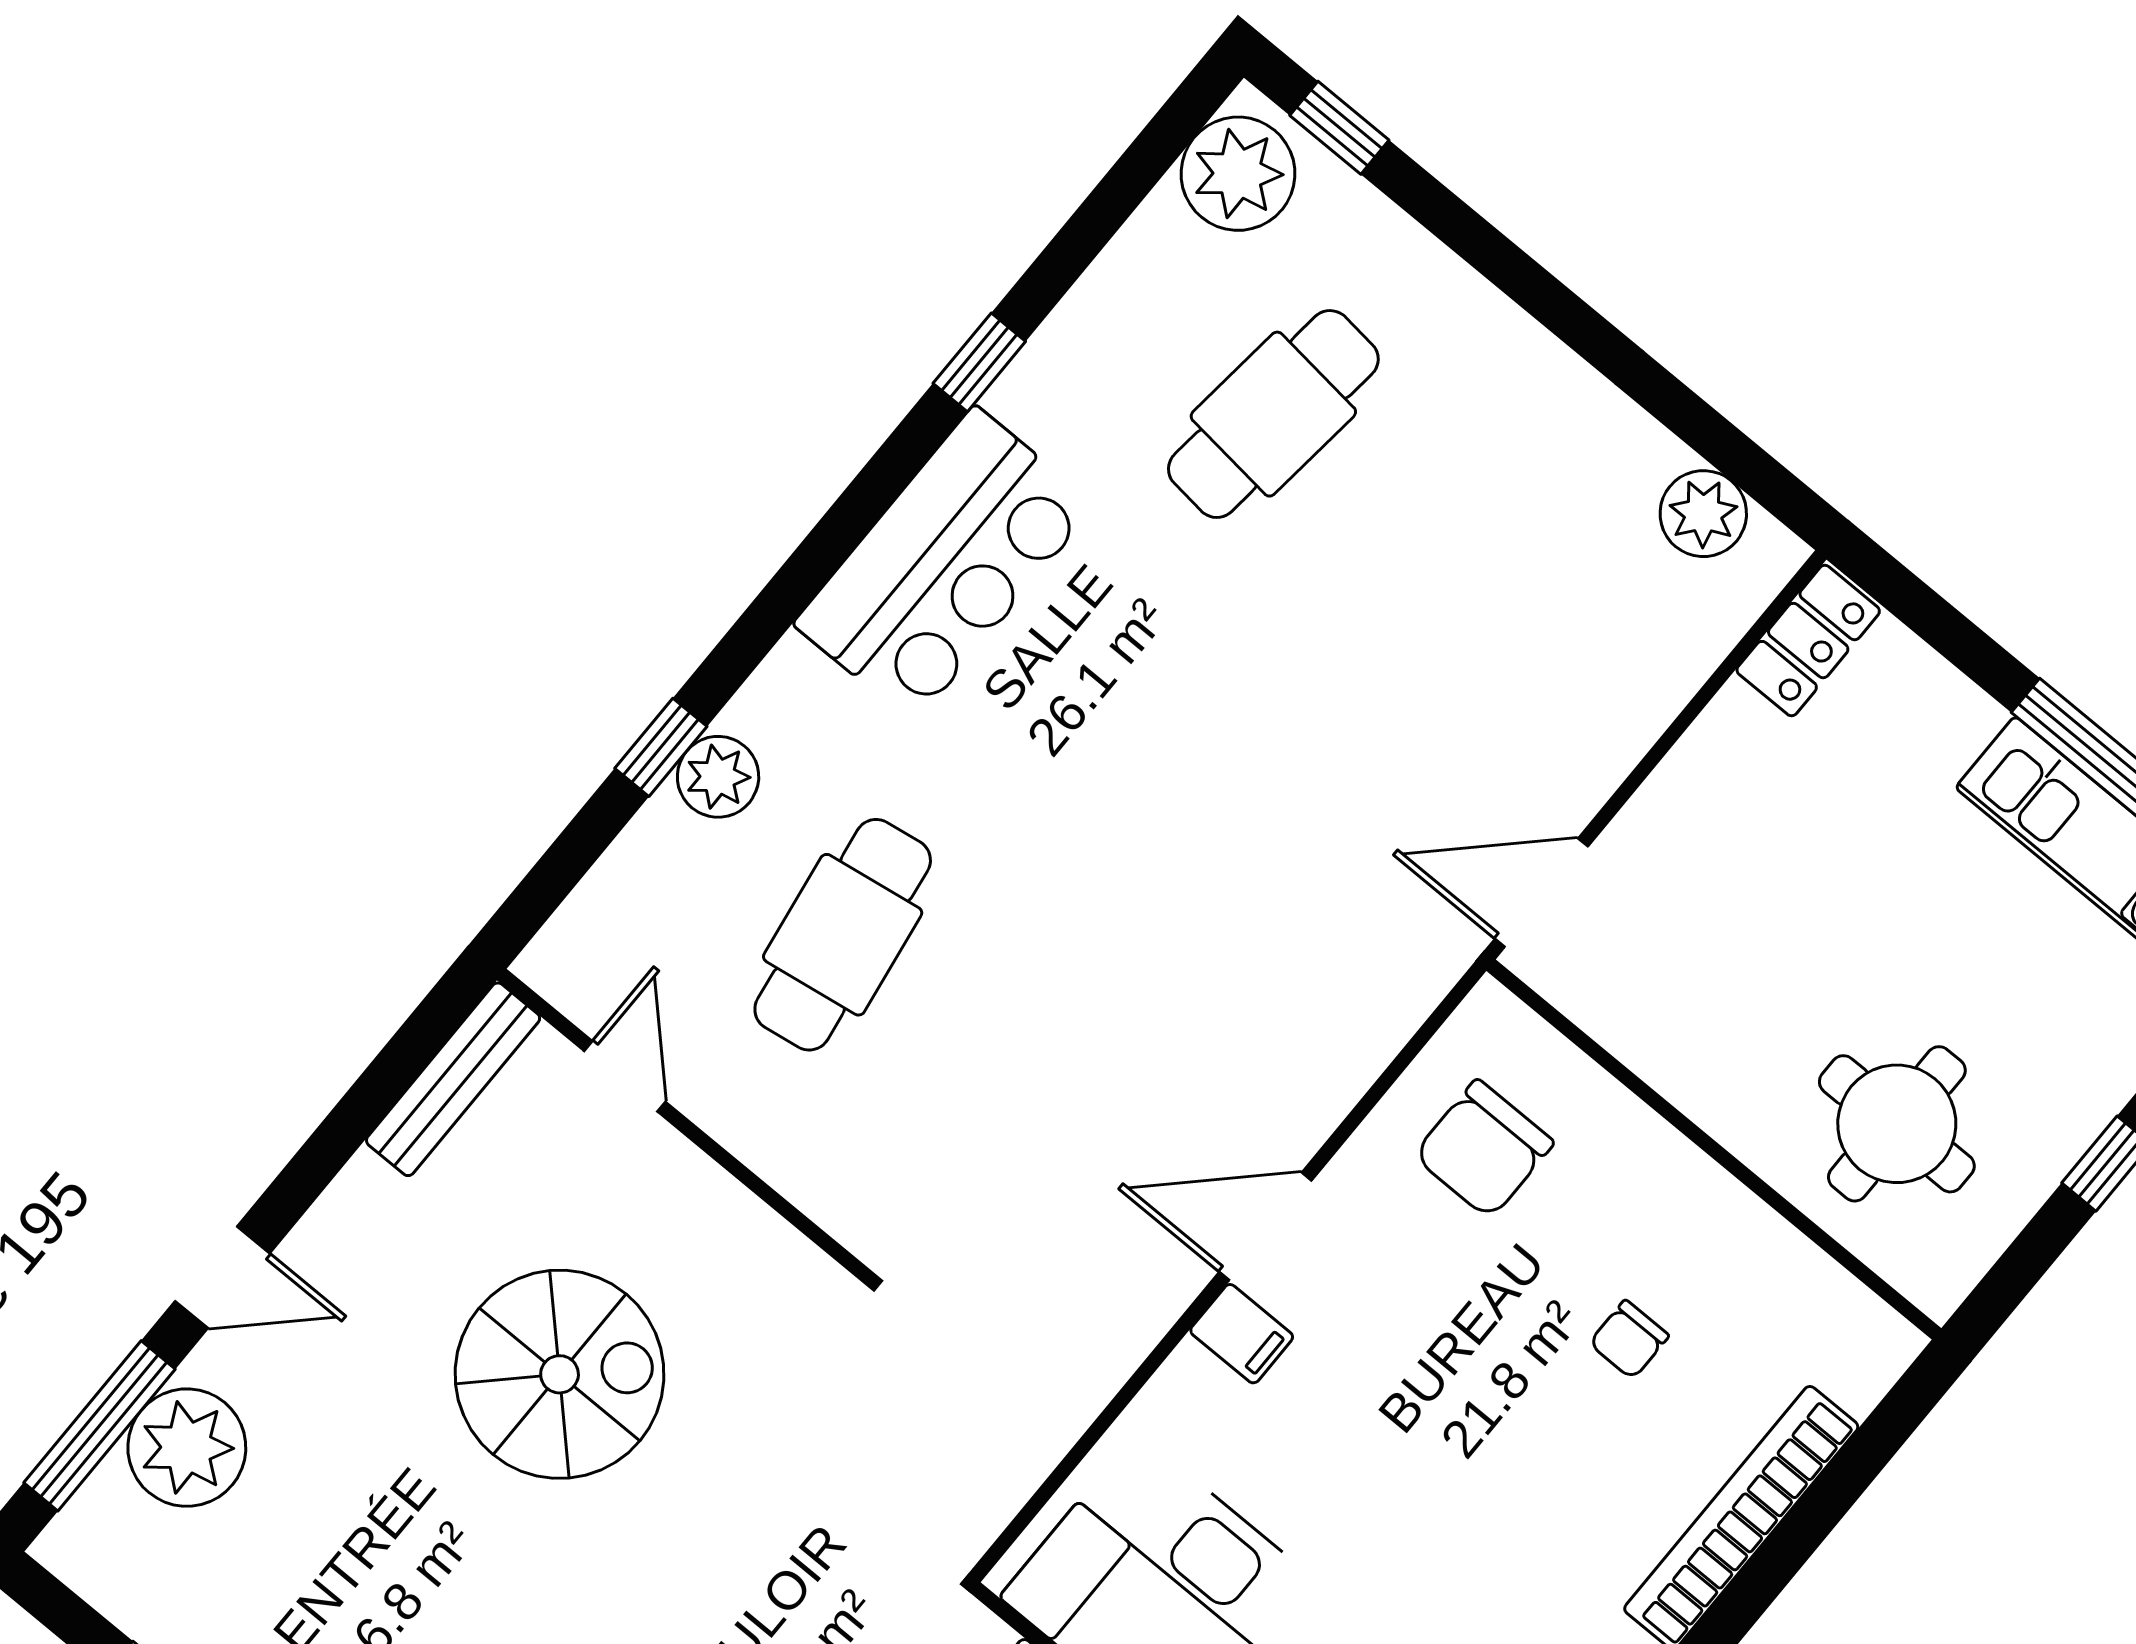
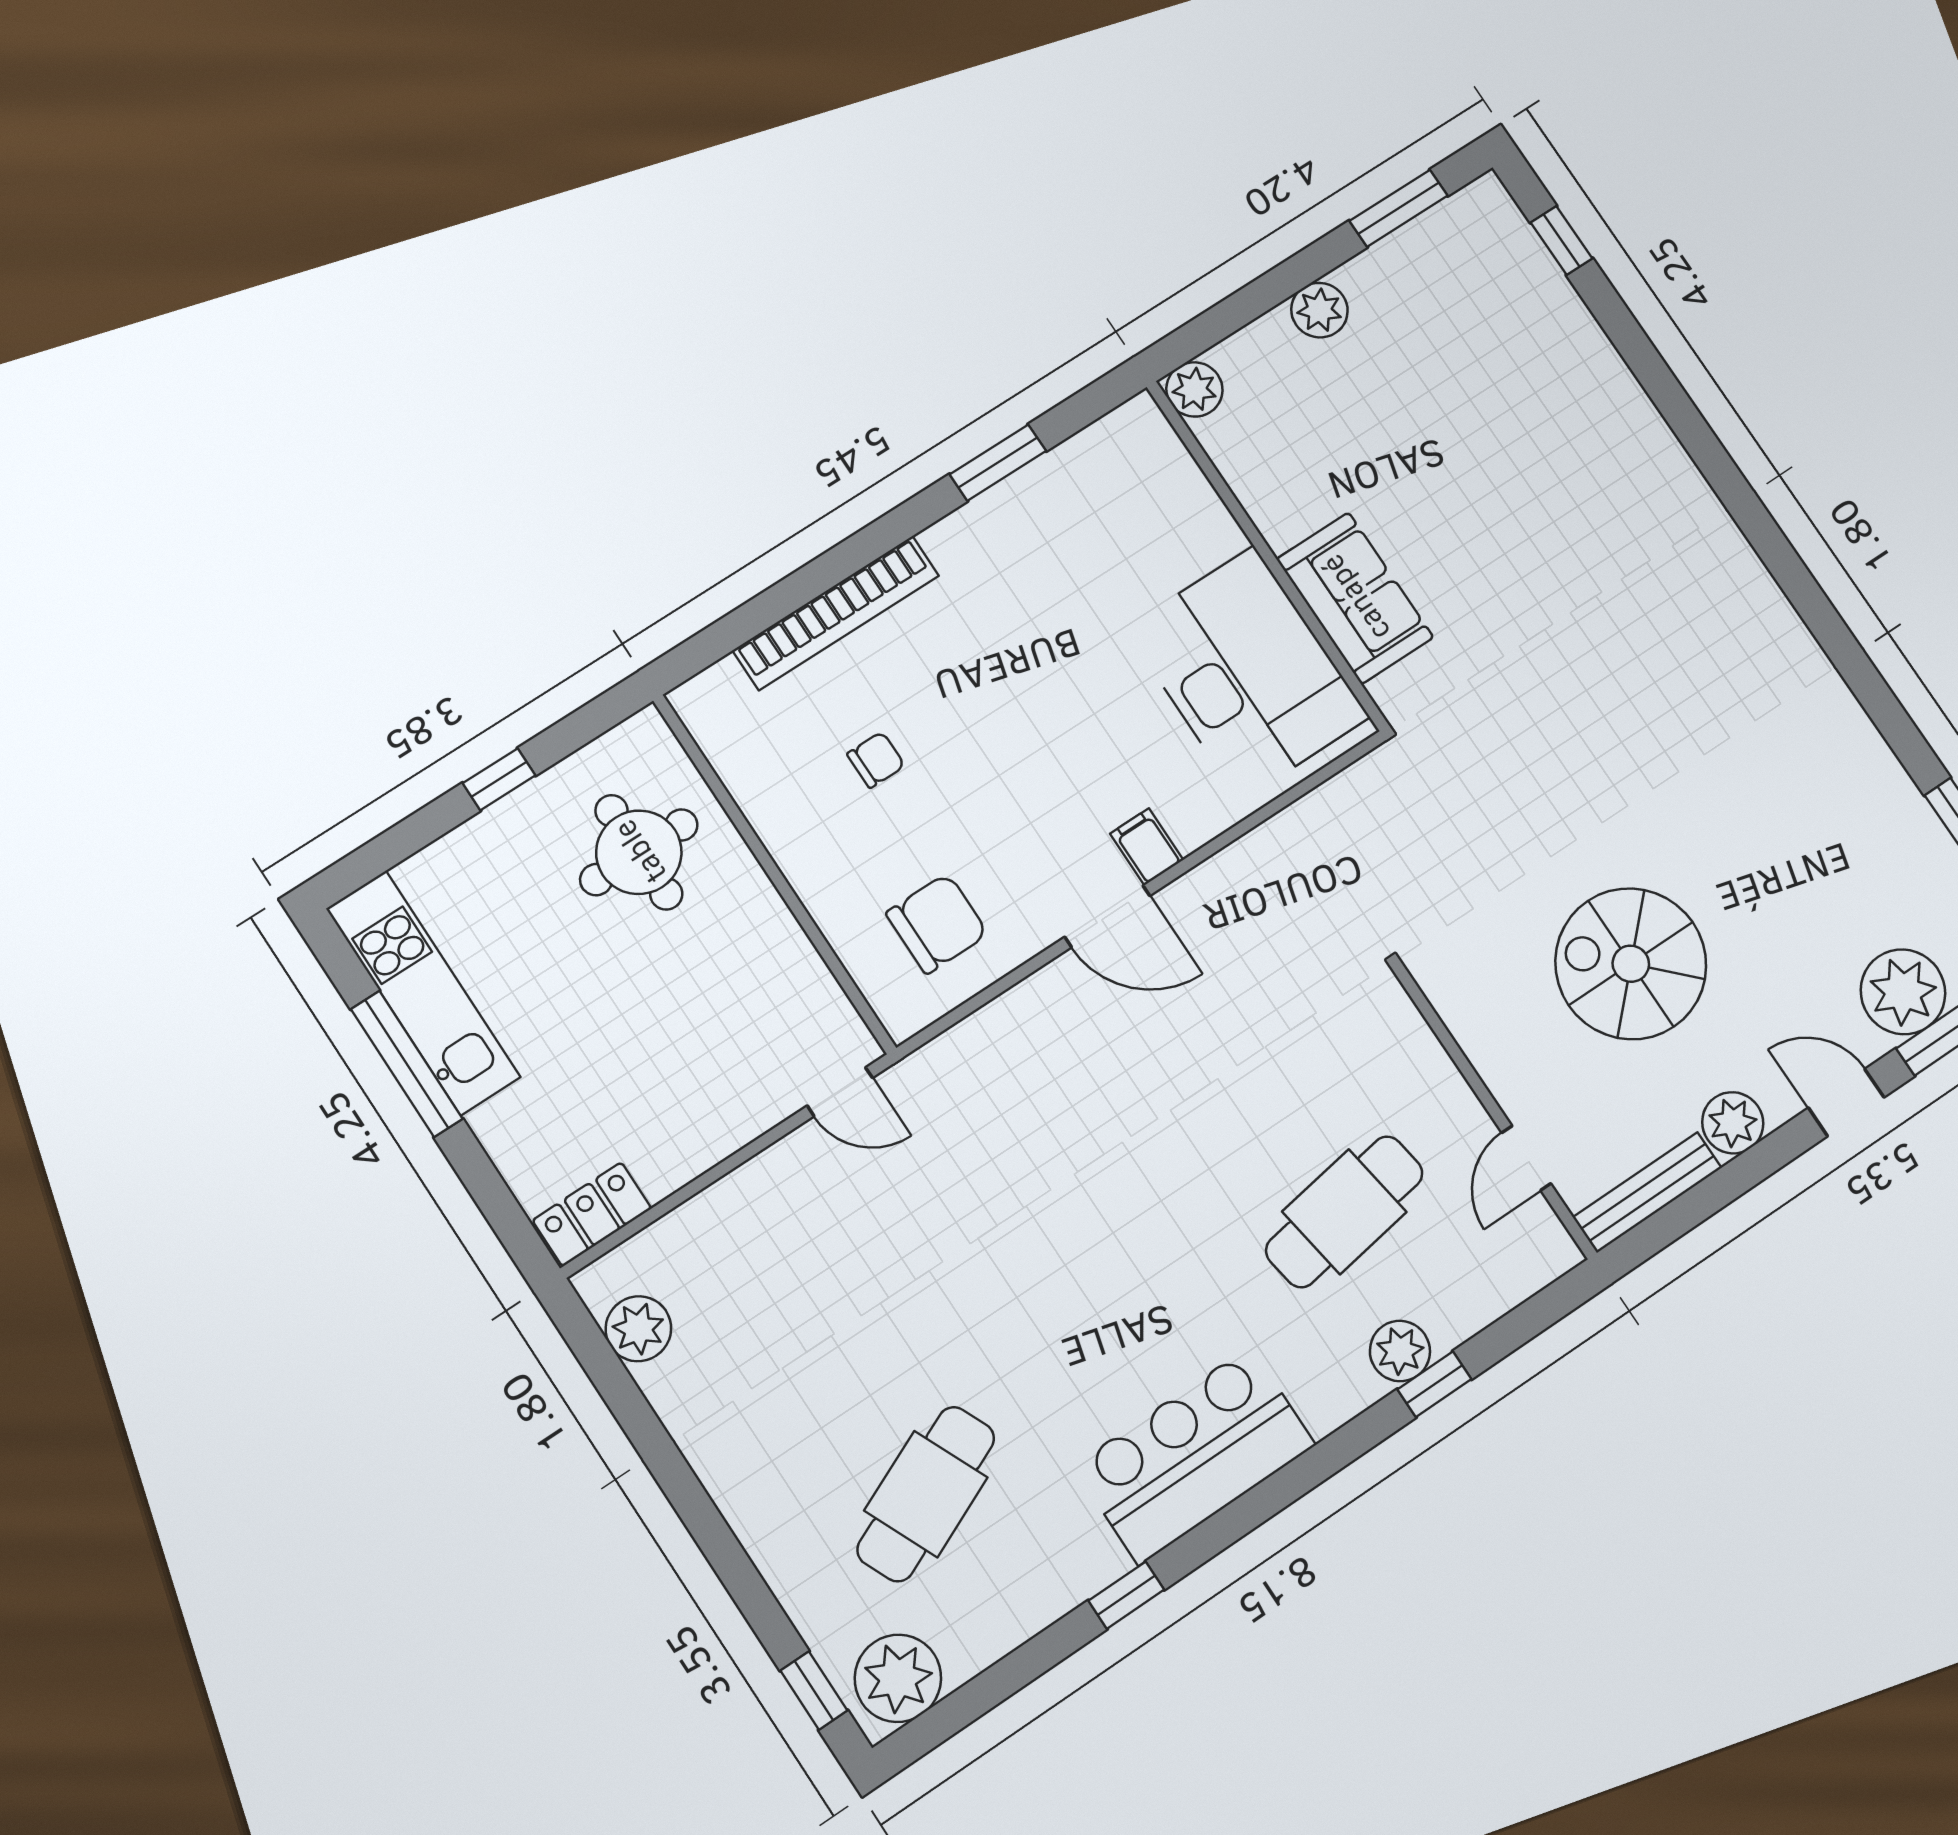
cafe table: (1273, 414) -> (926, 1494), turned -30
door: (1541, 893) -> (840, 1092), width x0.73
plant: (366, 1205) -> (1733, 1123), added

